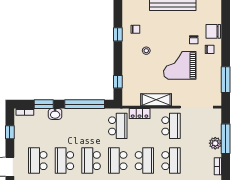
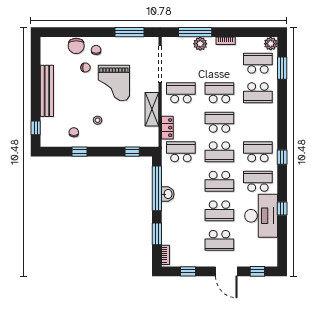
washbasin: (55, 114) -> (168, 194), moved

